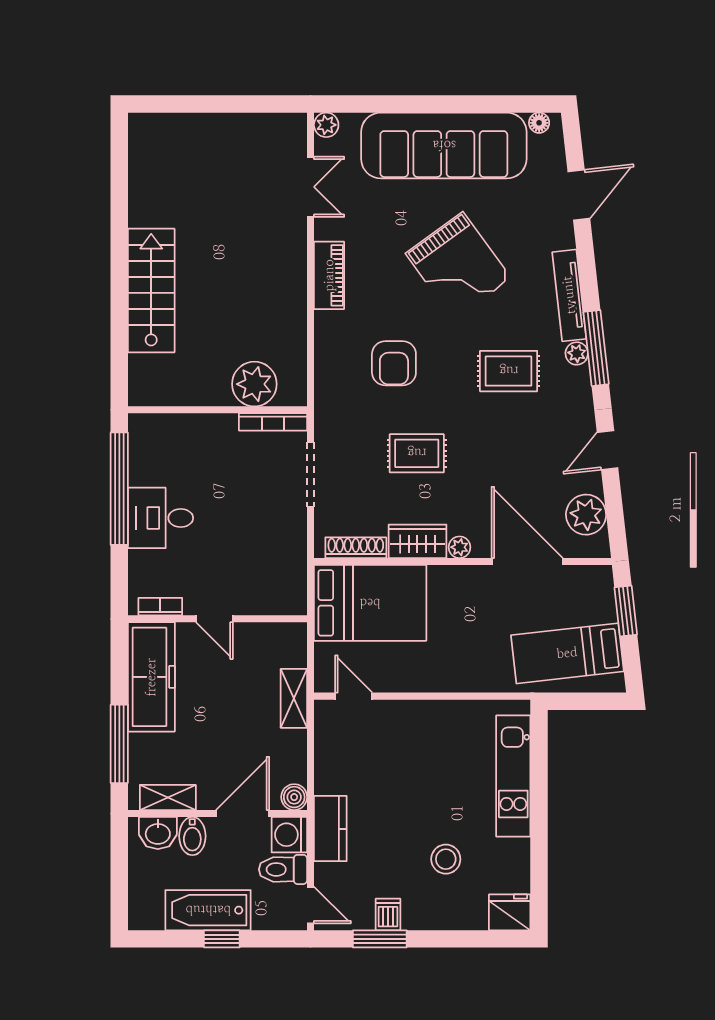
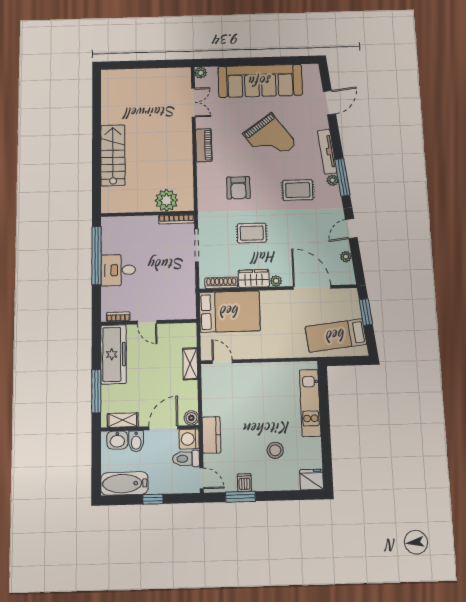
floor lamp: (539, 123) -> (308, 69), removed
plant: (586, 515) -> (346, 257), width x0.53, depth x0.53
bathtub: (208, 910) -> (124, 483), moved

